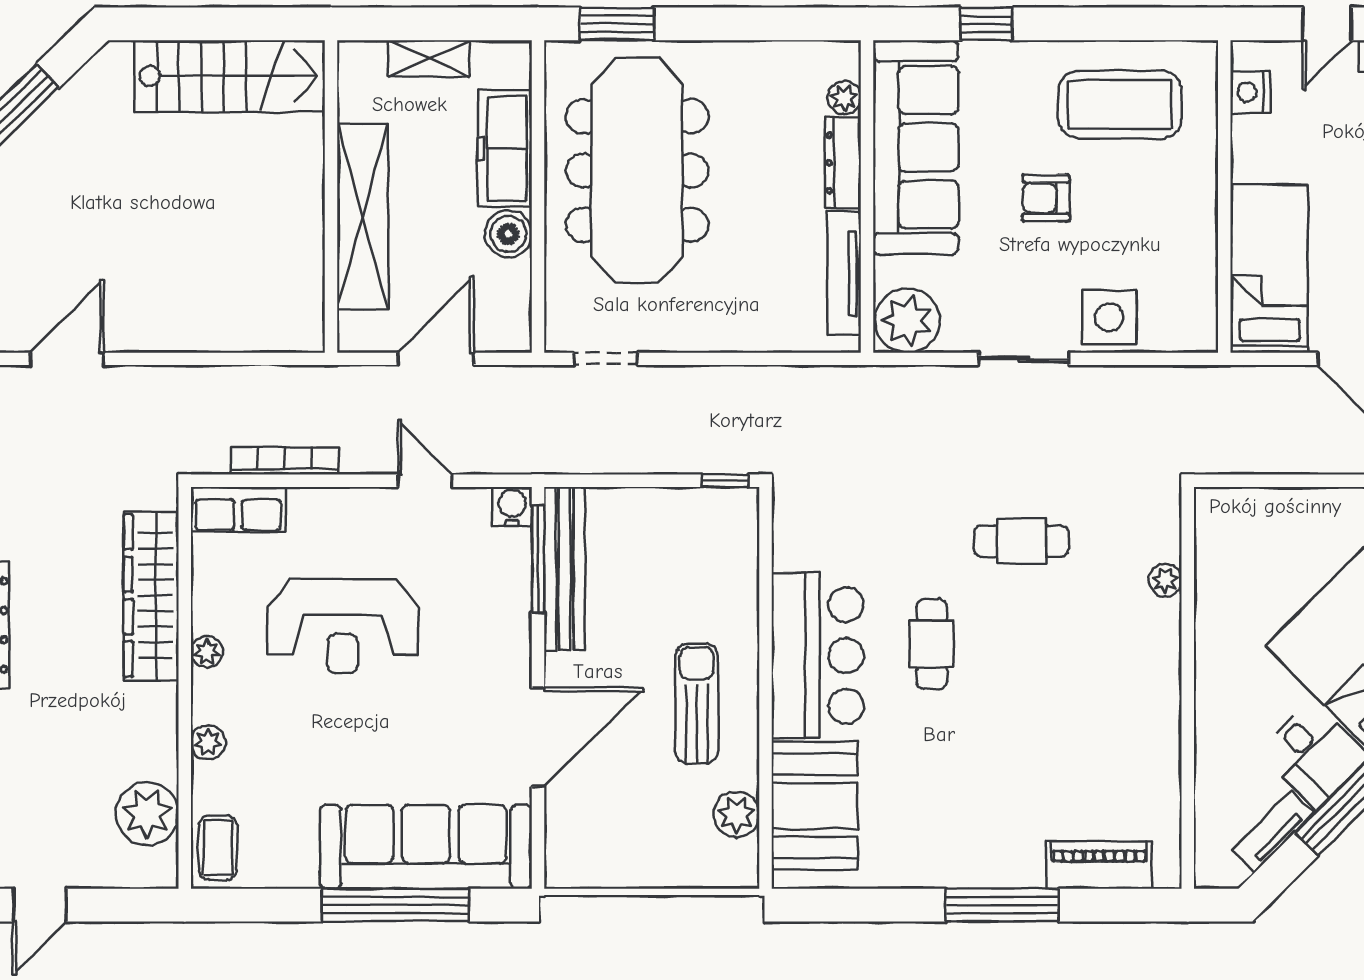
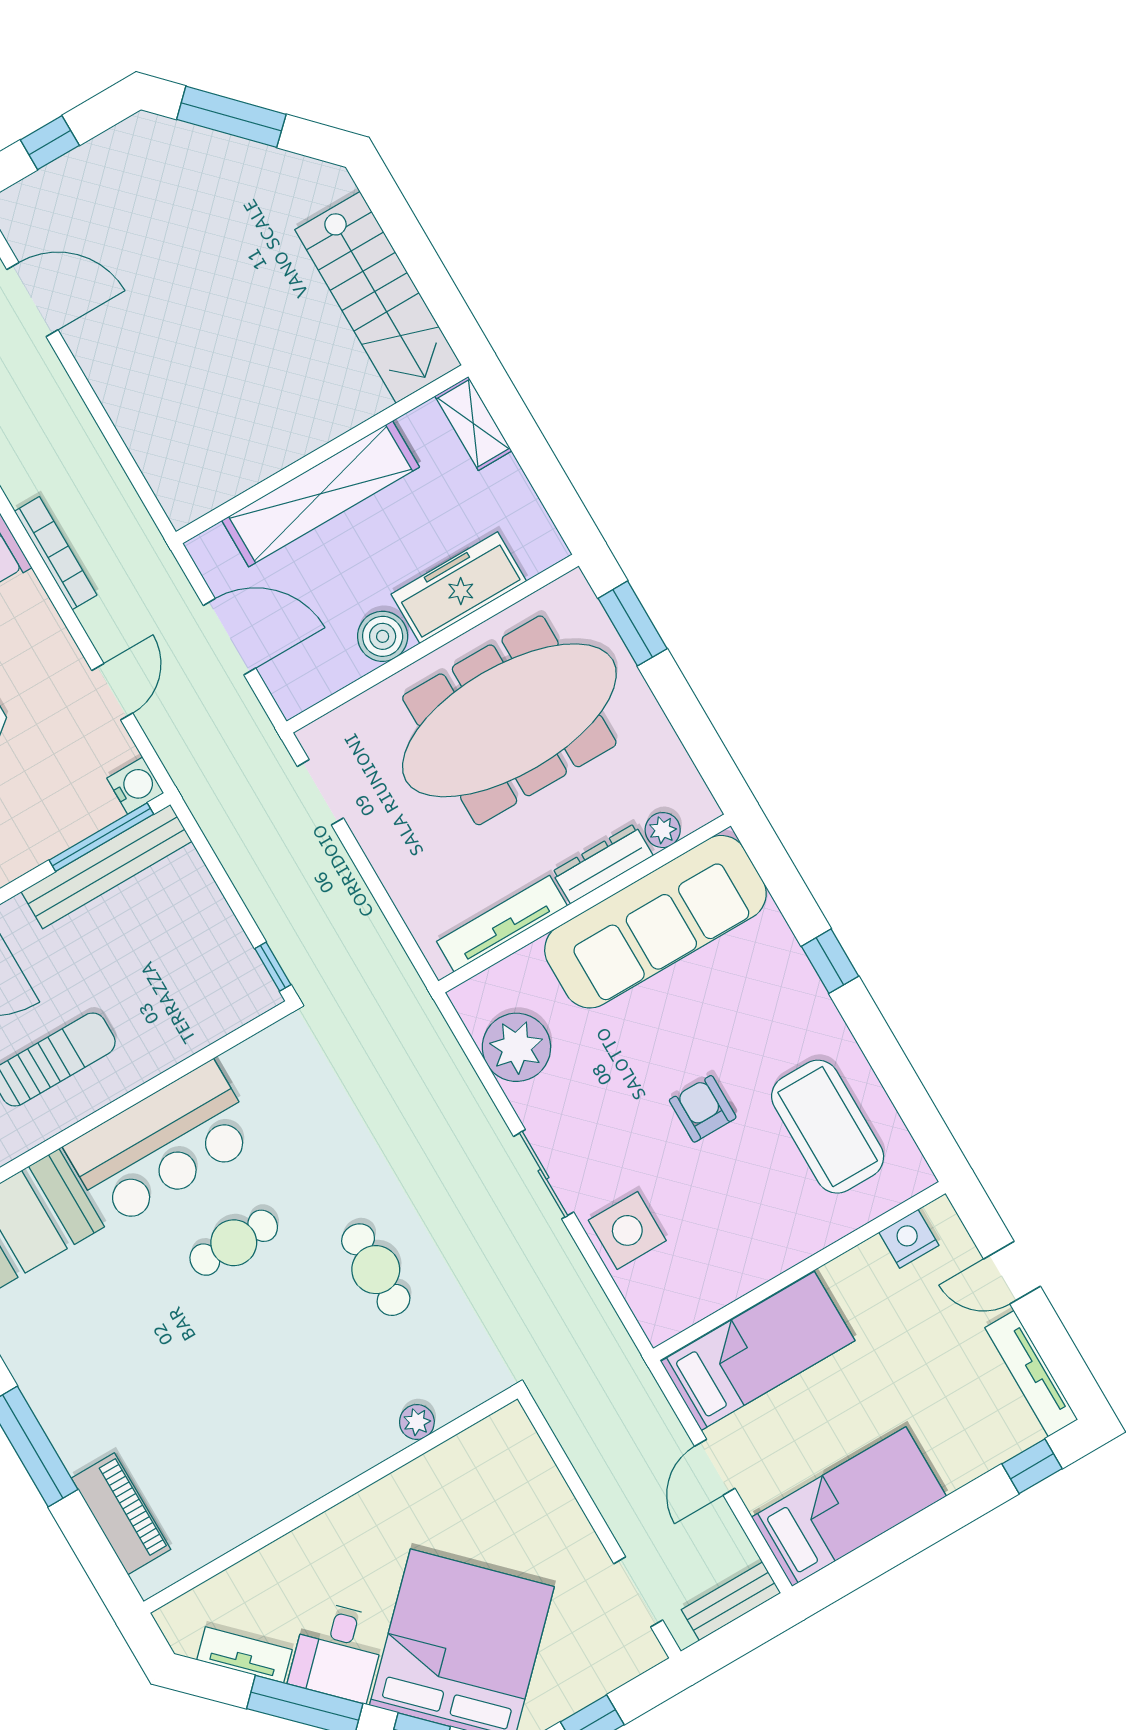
shelving: (429, 58) -> (473, 423), moved
plant: (844, 98) -> (663, 830), moved
sofa: (916, 147) -> (655, 922), moved
dresser: (843, 163) -> (602, 864), moved
wall: (867, 196) -> (585, 903), moved
tv unit: (844, 273) -> (502, 924), moved

